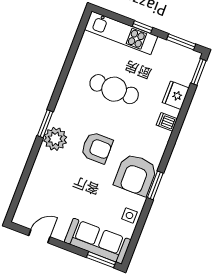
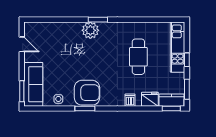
kitchen counter: (188, 67) -> (172, 100), added
armchair: (97, 148) -> (95, 60), removed
armchair: (136, 175) -> (87, 93), turned 180

